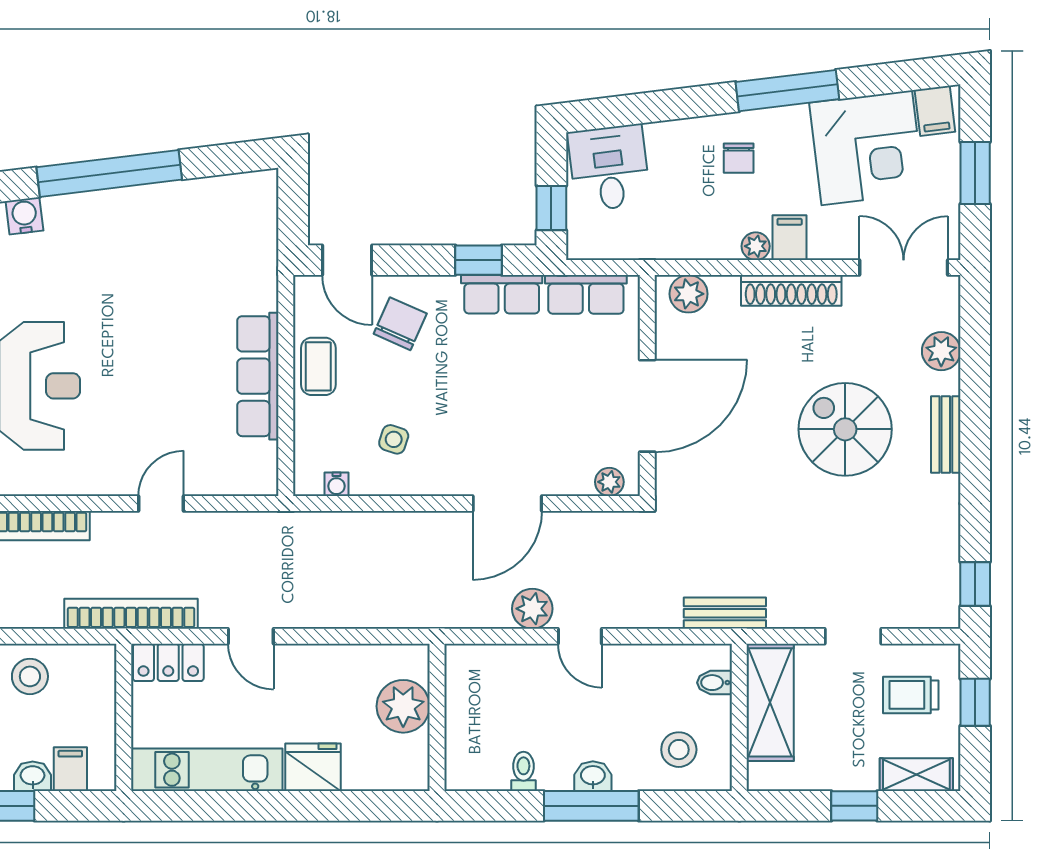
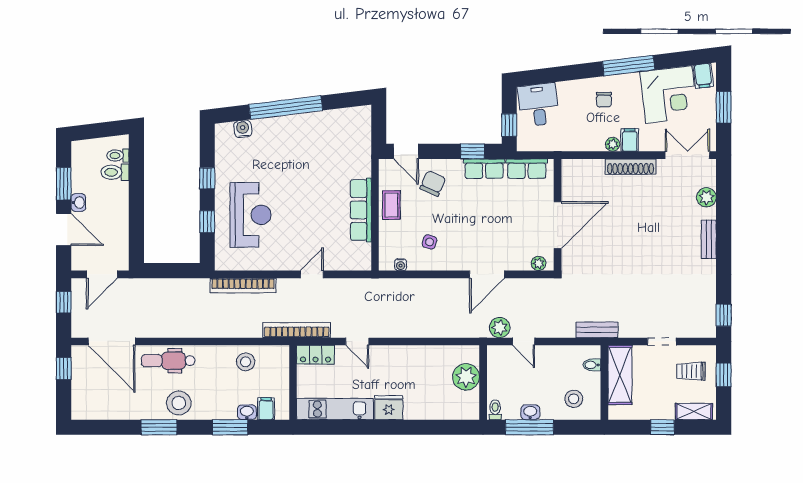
plant: (689, 294) -> (579, 168), removed
spiral stairs: (845, 429) -> (658, 237), removed
plant: (403, 706) -> (466, 377), moved
wall: (437, 717) -> (483, 382), moved

